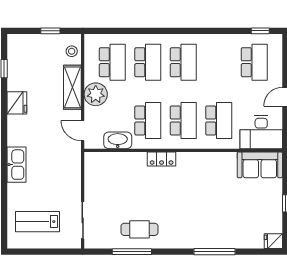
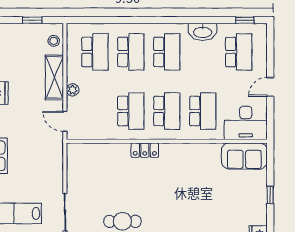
plant: (96, 94) -> (73, 90), width x0.53, depth x0.53
washbasin: (118, 140) -> (203, 32), moved, turned 180

